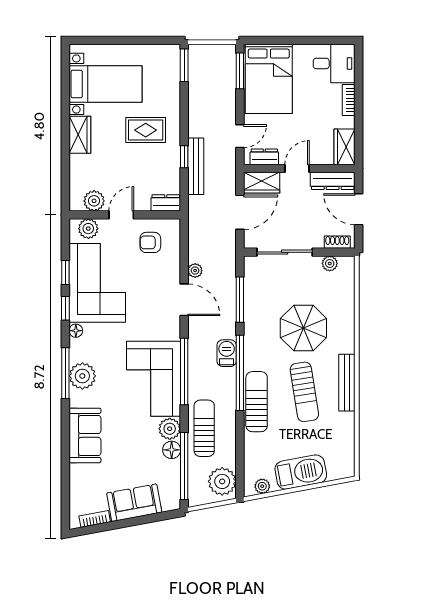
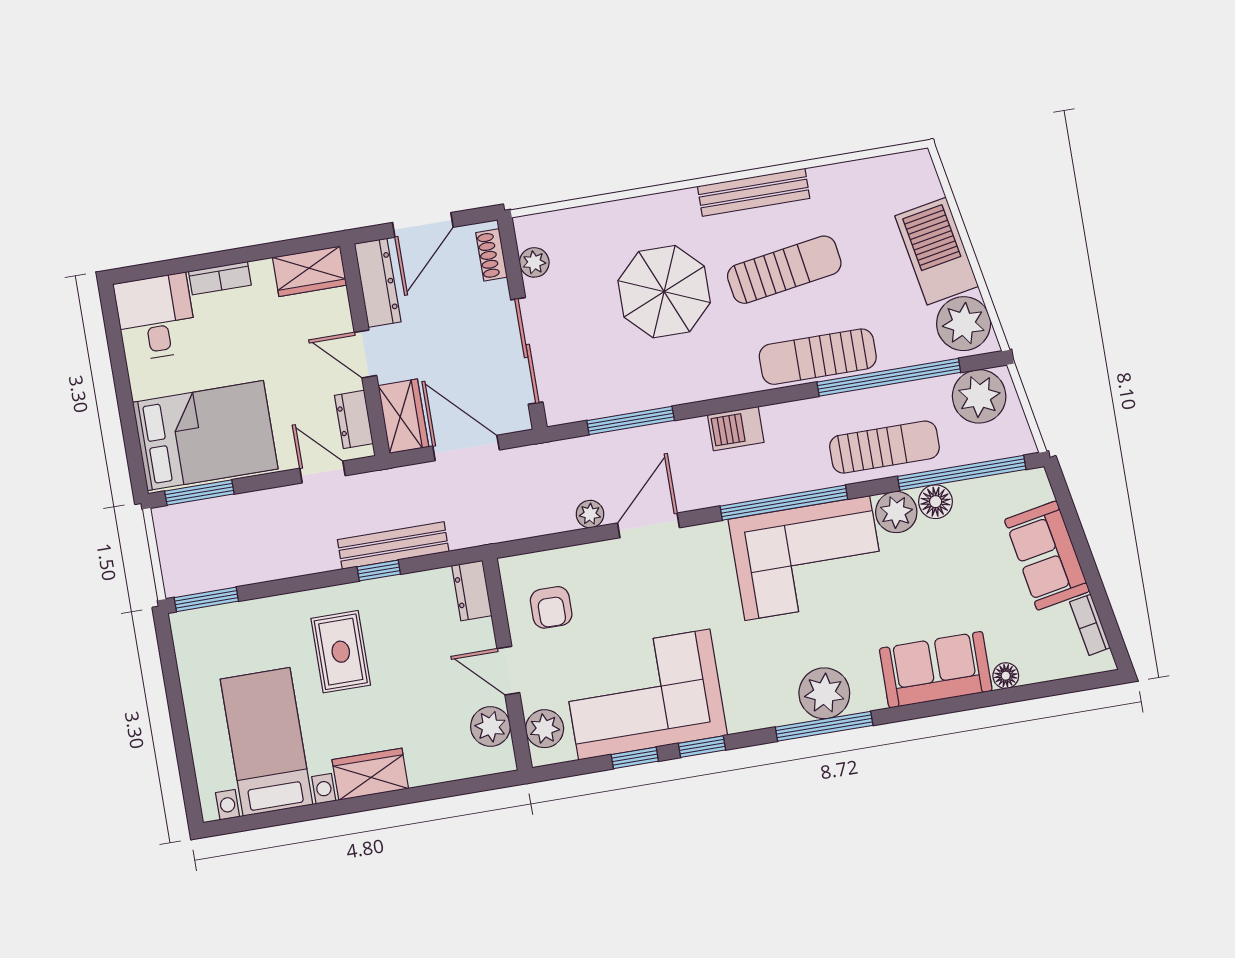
floor lamp: (76, 331) -> (1006, 676), moved
window: (240, 373) -> (889, 377), moved
sun lounger: (204, 428) -> (884, 447), turned 180
plant: (262, 486) -> (964, 324), width x1.87, depth x1.87

